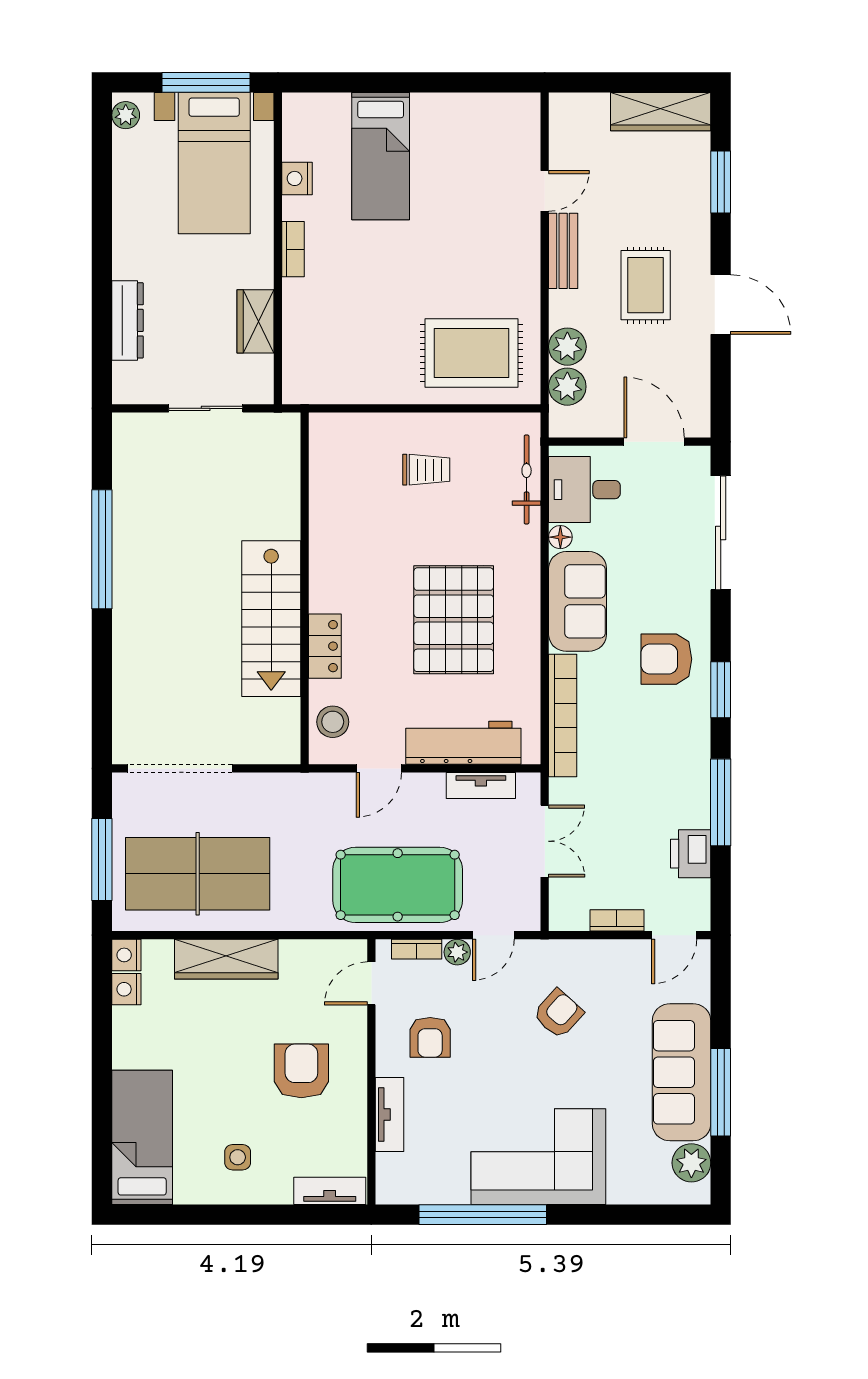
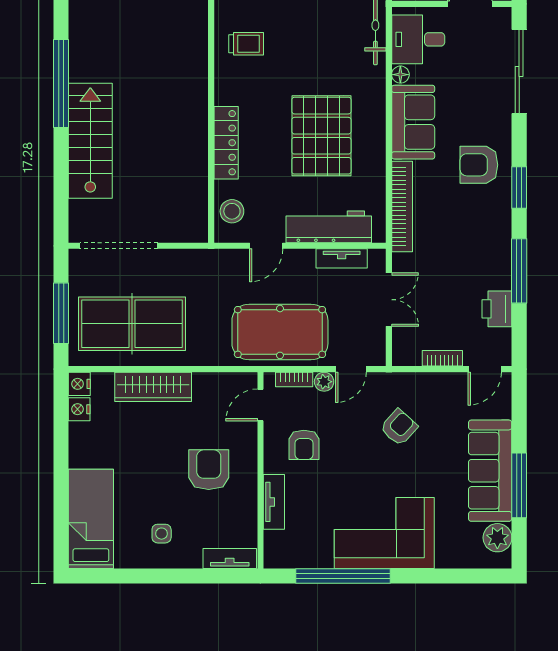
trolley: (426, 470) -> (246, 44), moved
stairs: (271, 619) -> (90, 141), moved, turned 180
locker: (325, 646) -> (226, 143), width x1.53

